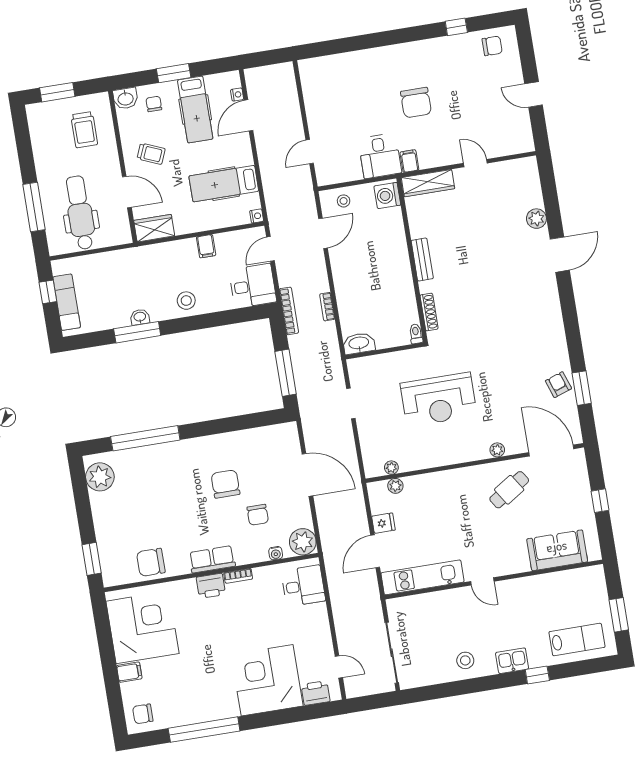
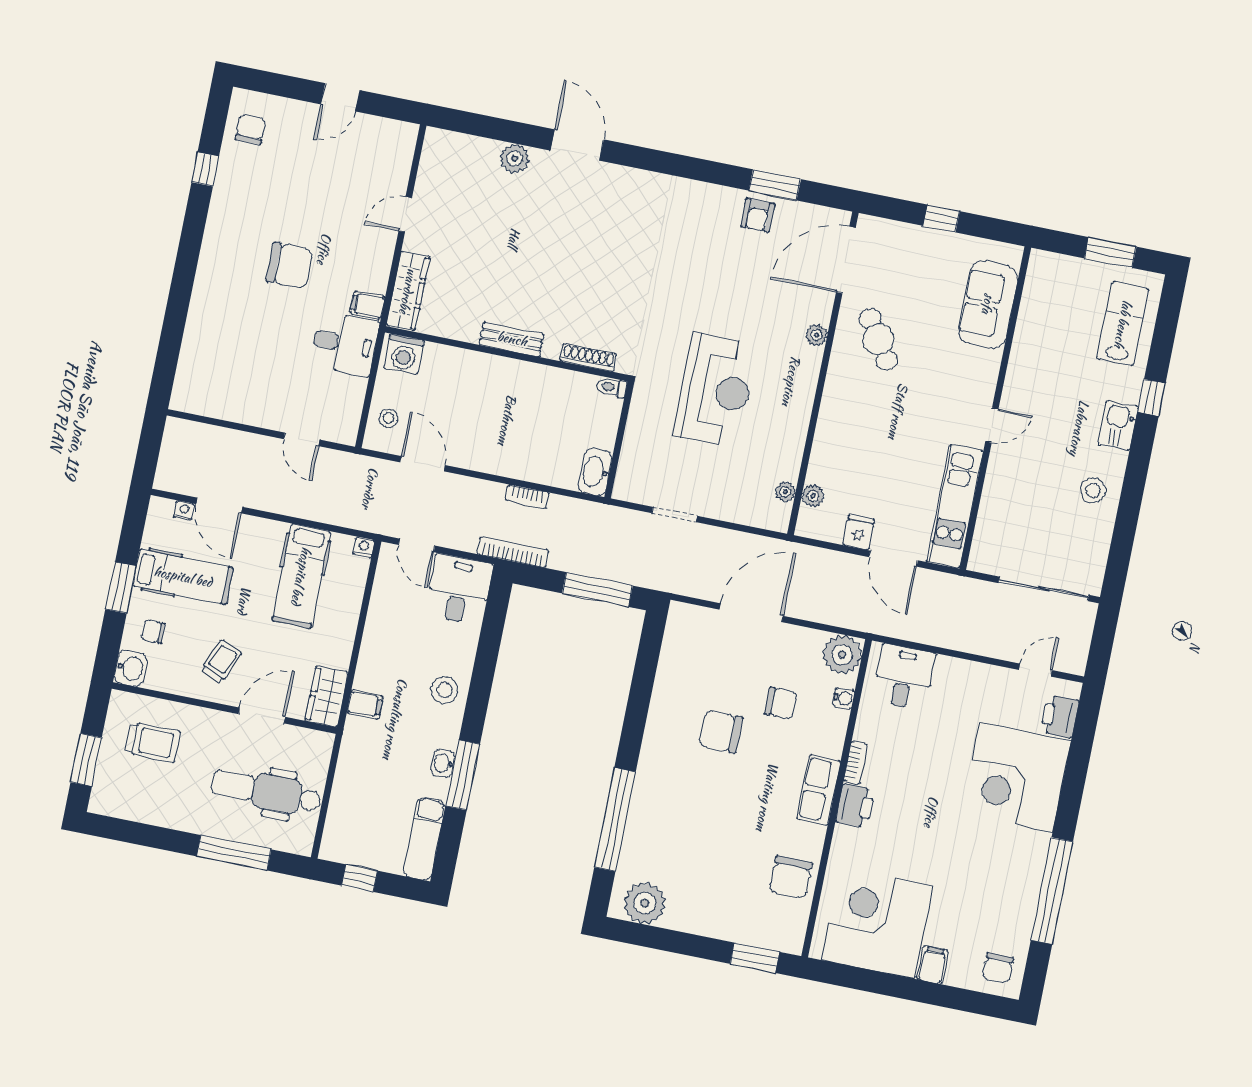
filing cabinet: (206, 246) -> (365, 705), moved
exam couch: (67, 302) -> (424, 839), moved, turned -90
armchair: (558, 385) -> (758, 215), turned -71

